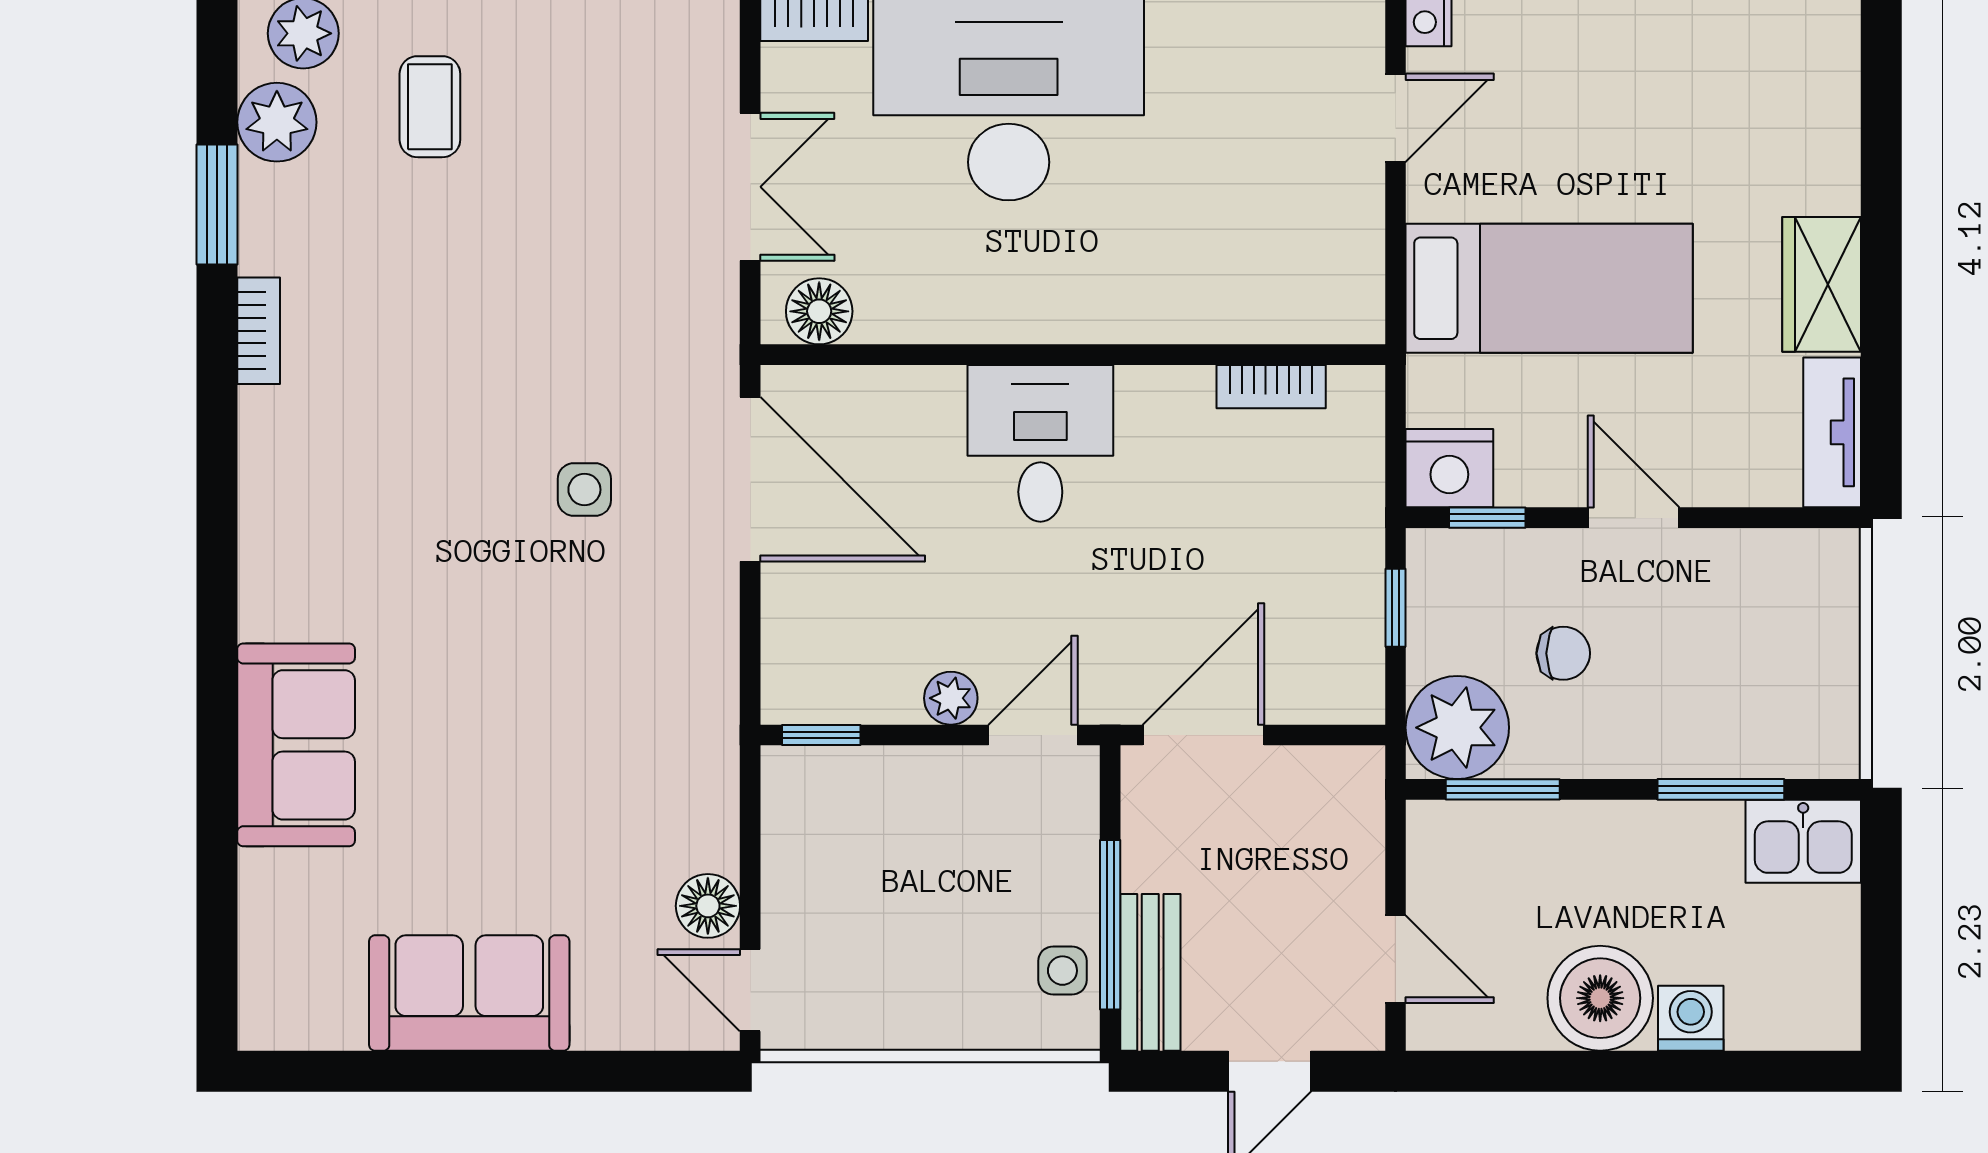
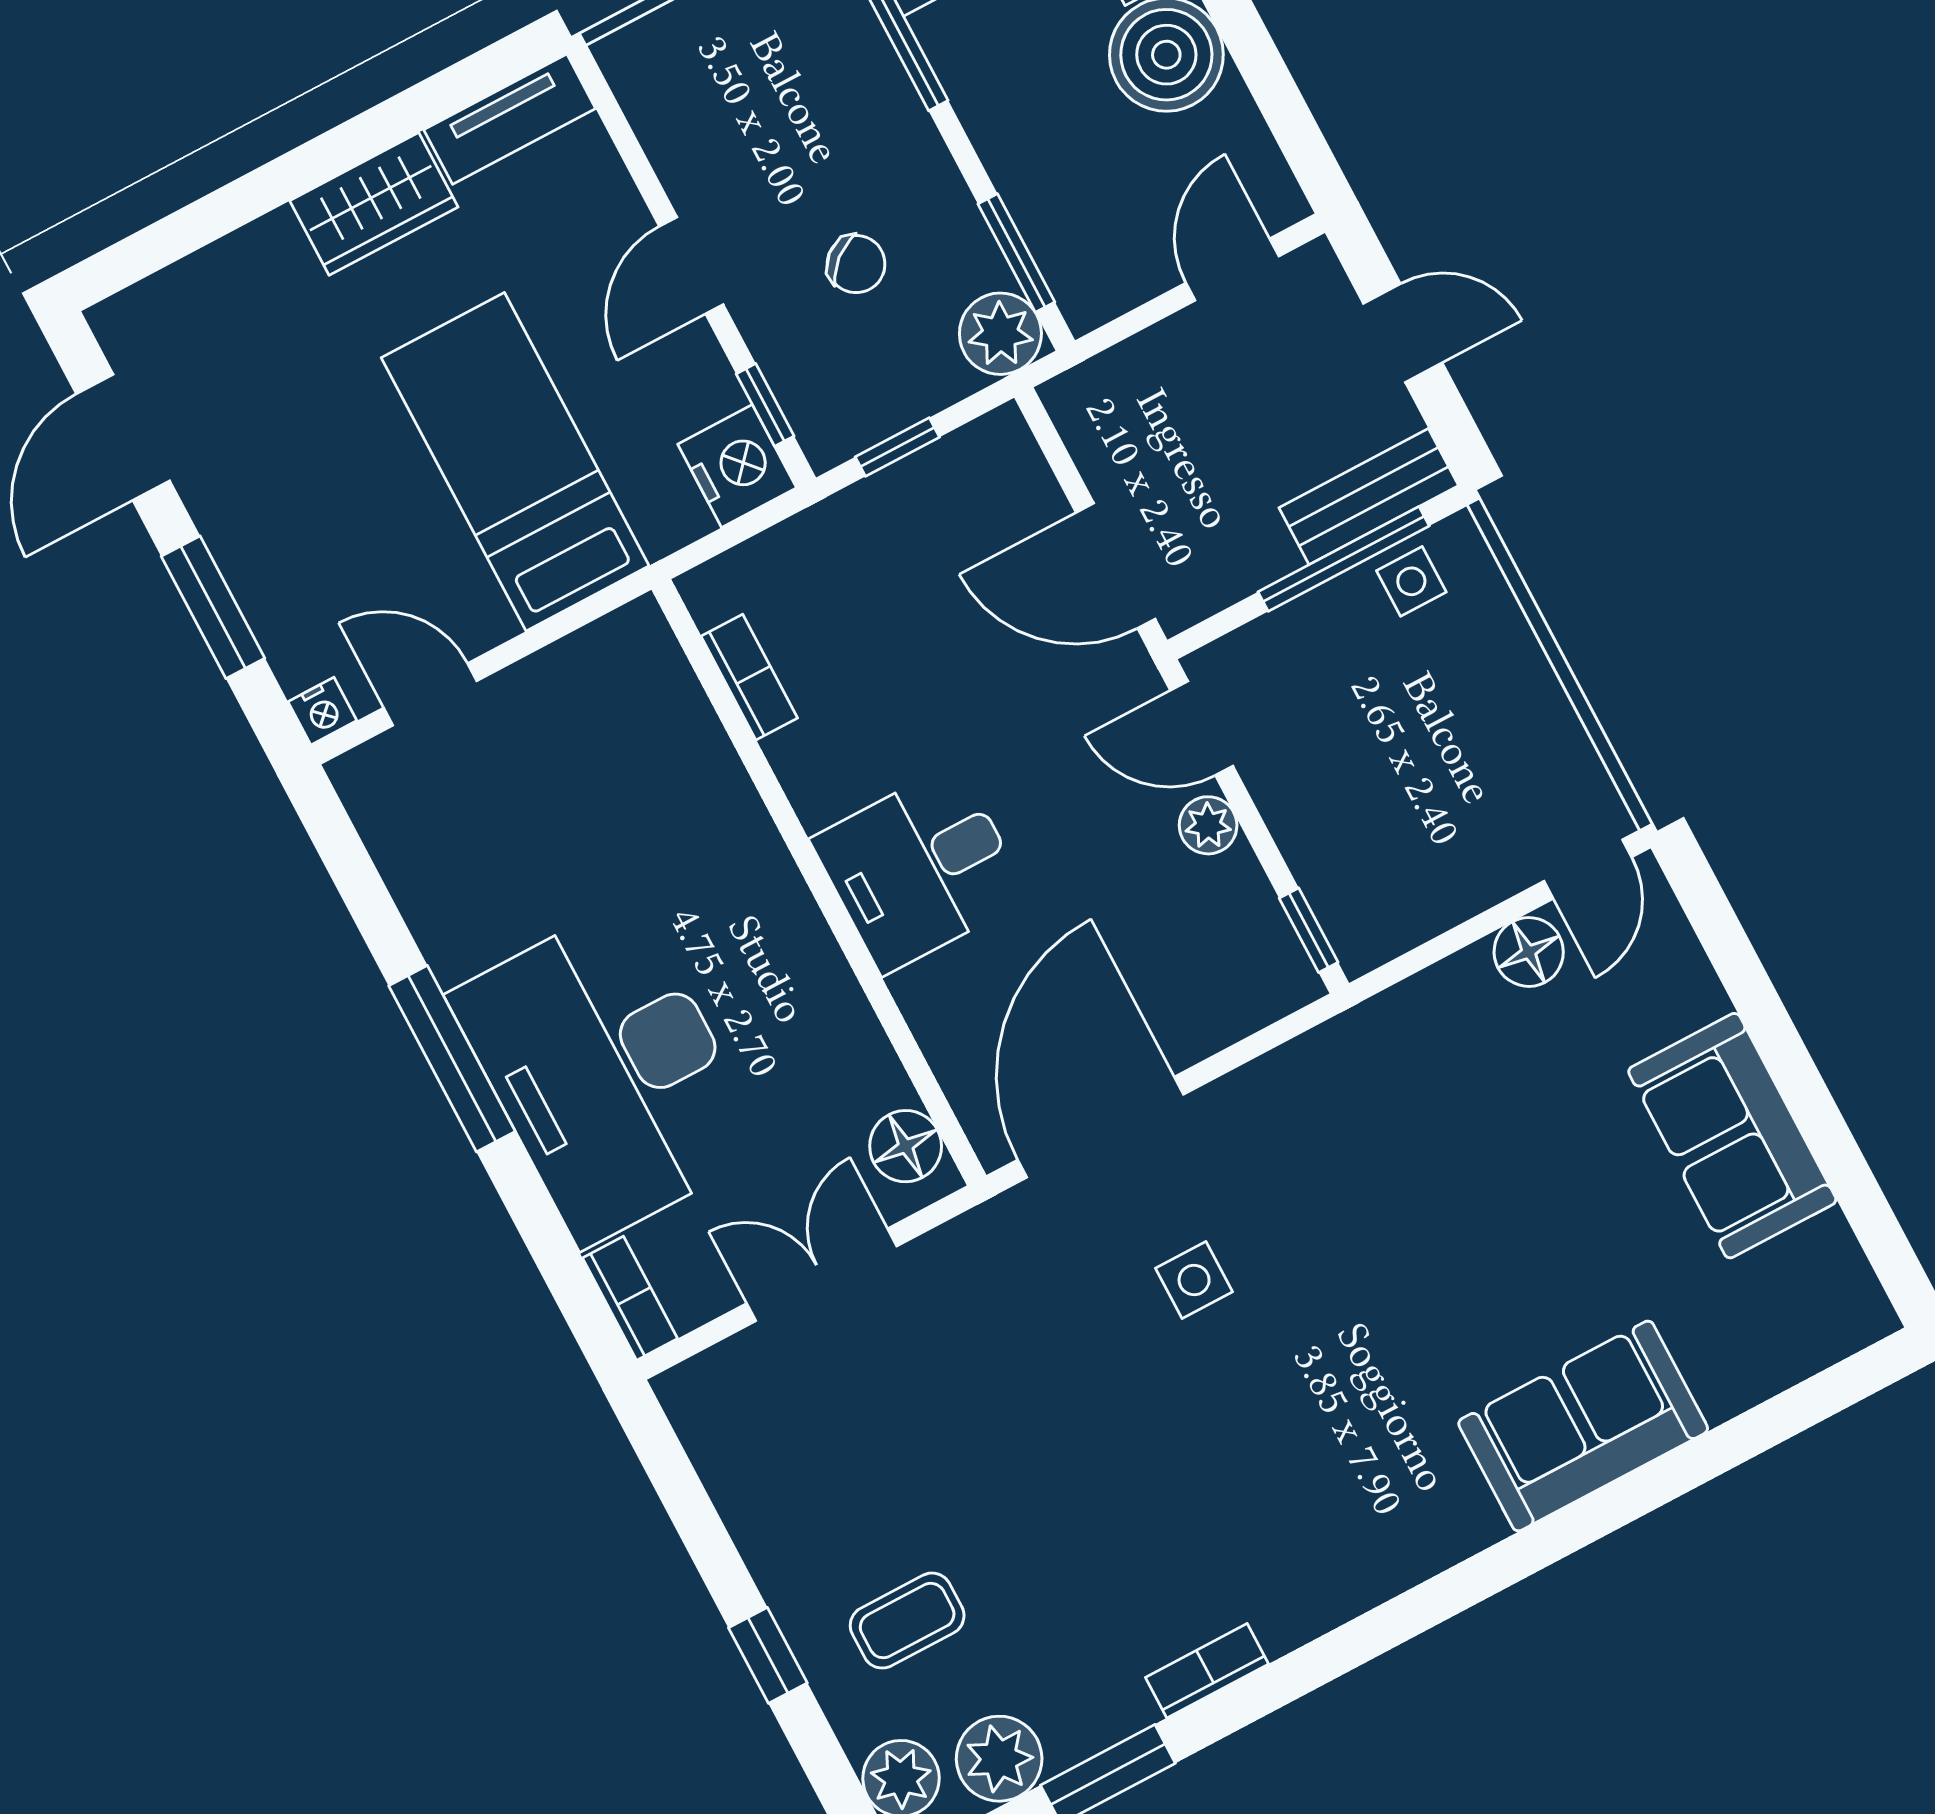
chair: (1563, 653) -> (856, 264), turned 140
plant: (1457, 728) -> (1000, 334), width x0.73, depth x0.73

